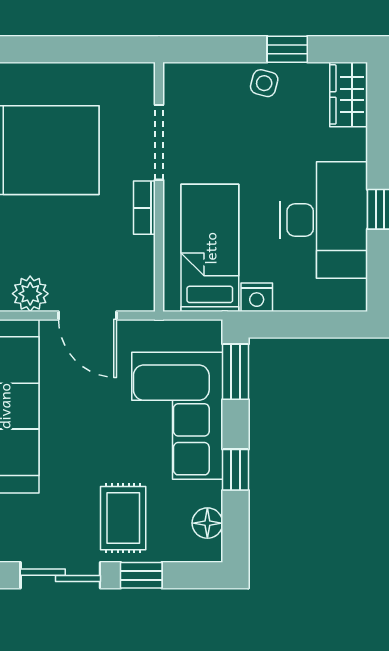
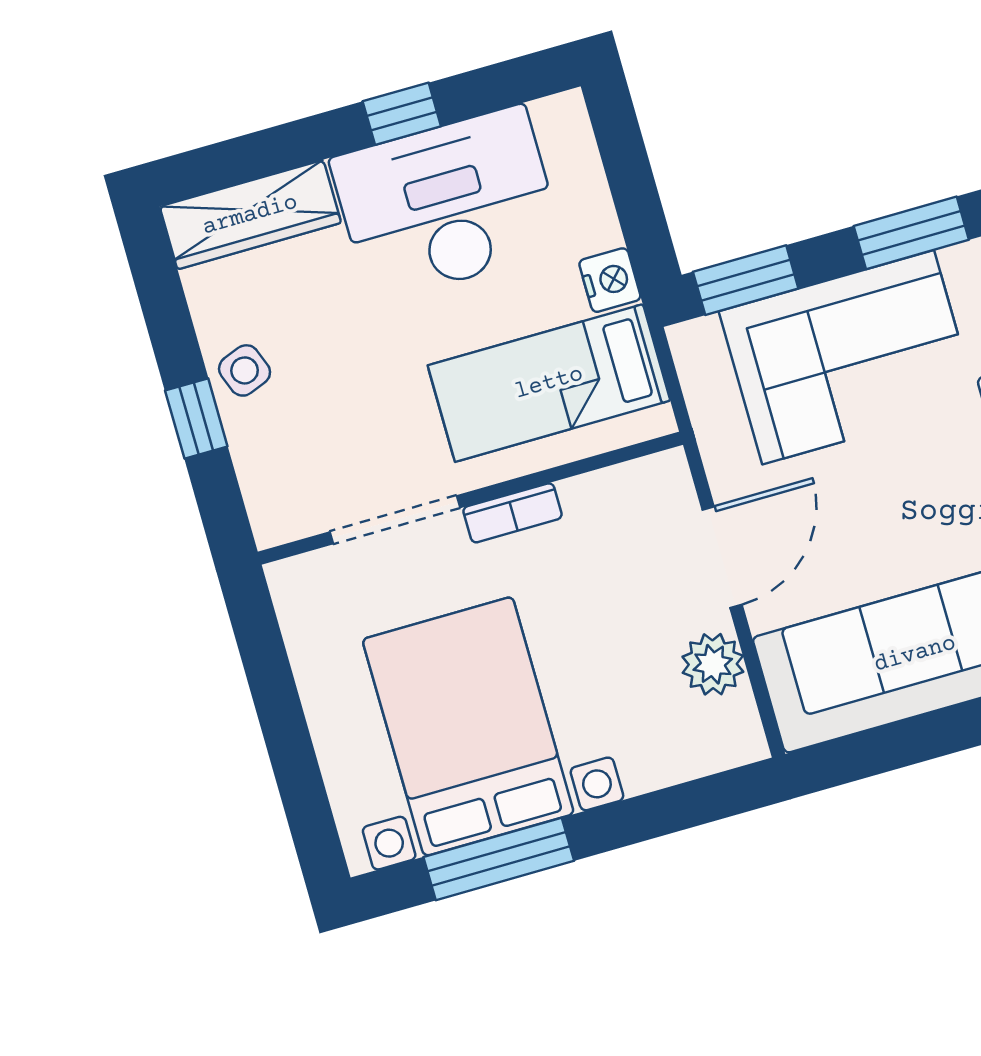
window: (287, 49) -> (196, 418), moved
side table: (264, 83) -> (245, 370), turned -36
wardrobe: (349, 94) -> (250, 215), width x1.50
window: (236, 470) -> (911, 233), width x1.50

